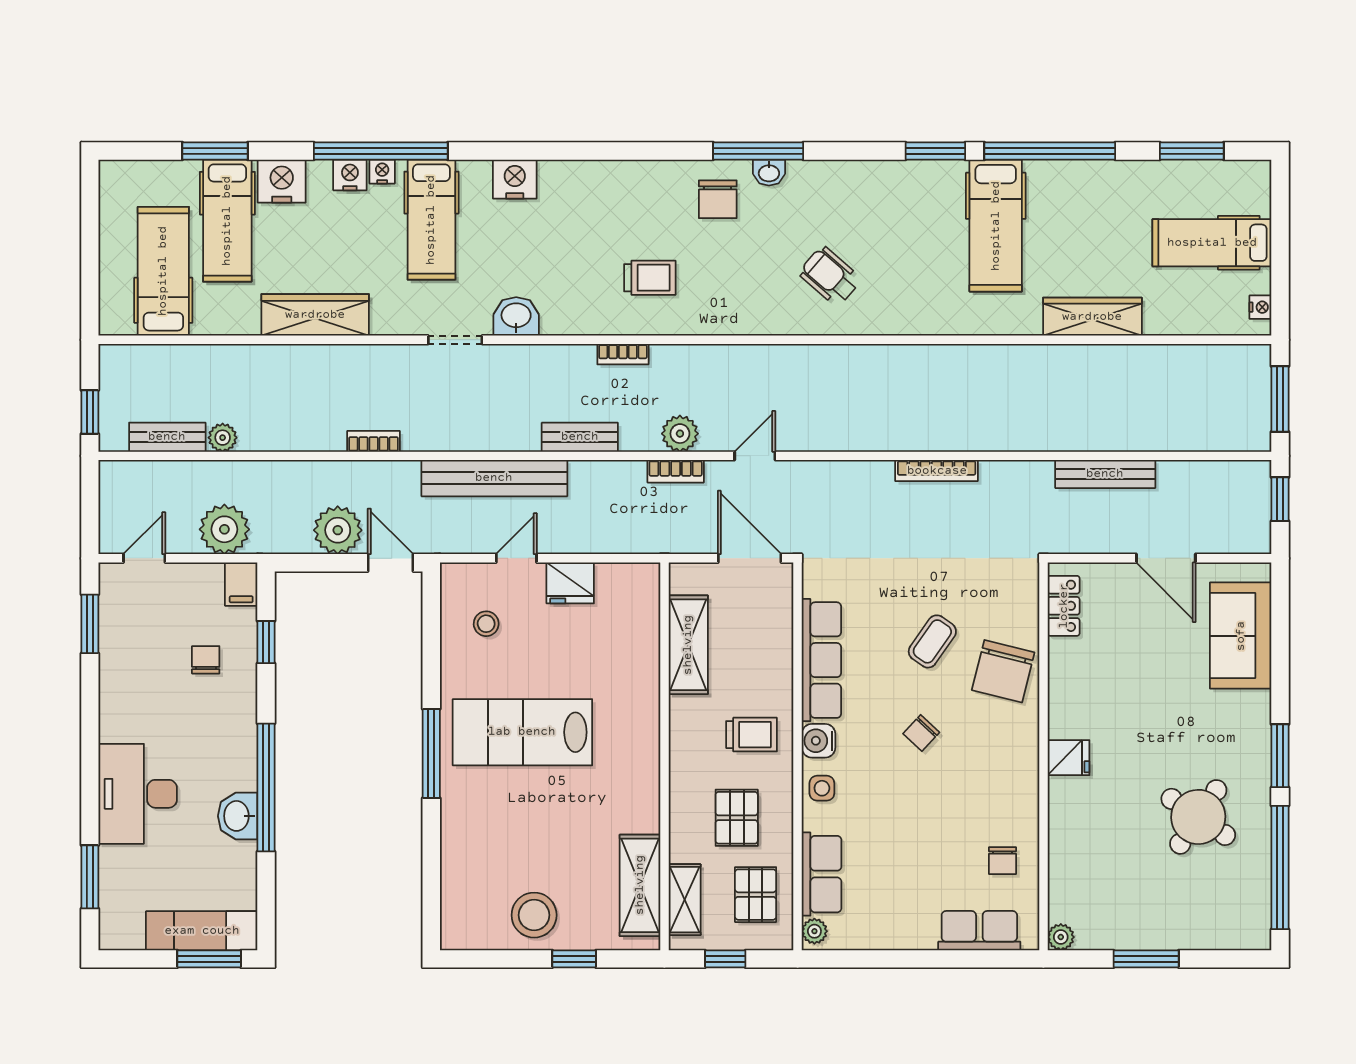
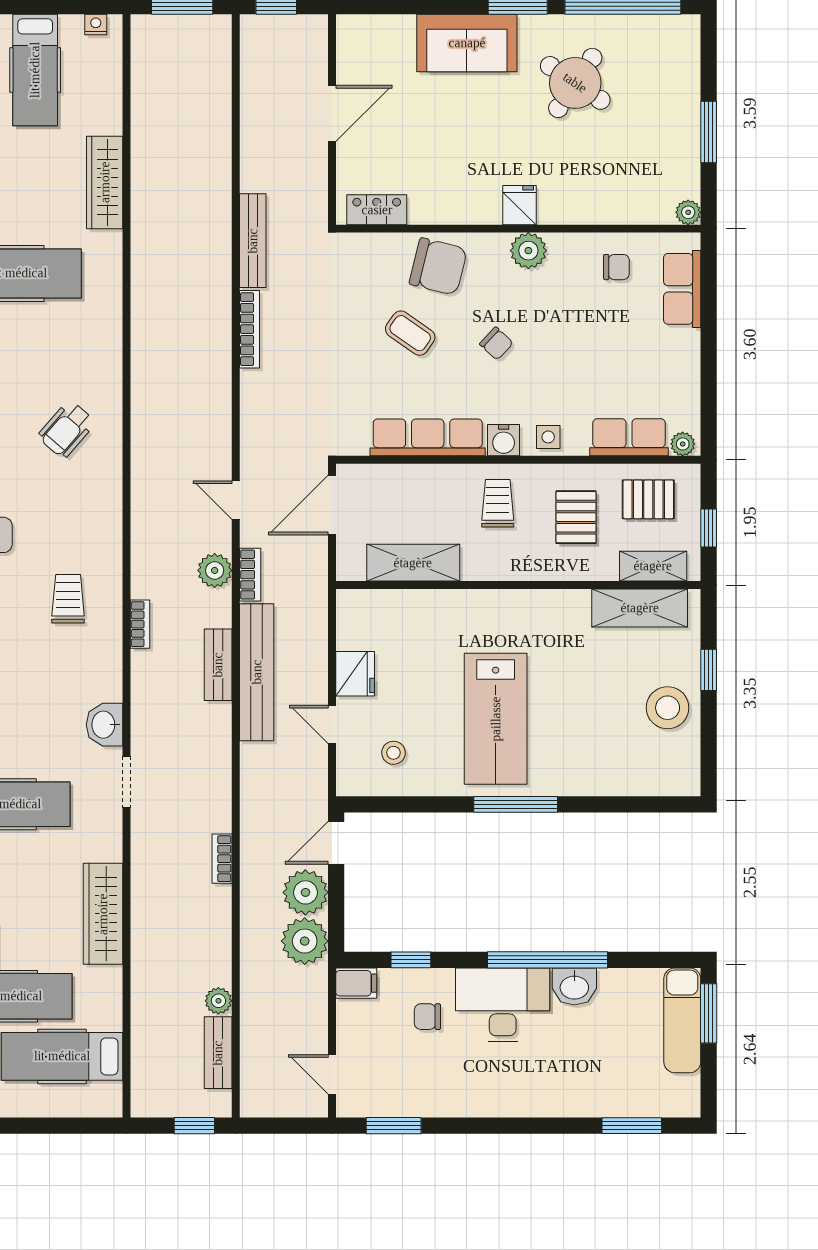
bench: (1105, 474) -> (253, 241), moved
bench: (494, 478) -> (257, 672), moved
plant: (224, 529) -> (305, 941), moved
sofa: (1241, 636) -> (467, 43), moved
plant: (1020, 767) -> (528, 251), added
desk: (138, 794) -> (503, 1005), moved, turned 180
pallet: (737, 818) -> (576, 517), turned 90

